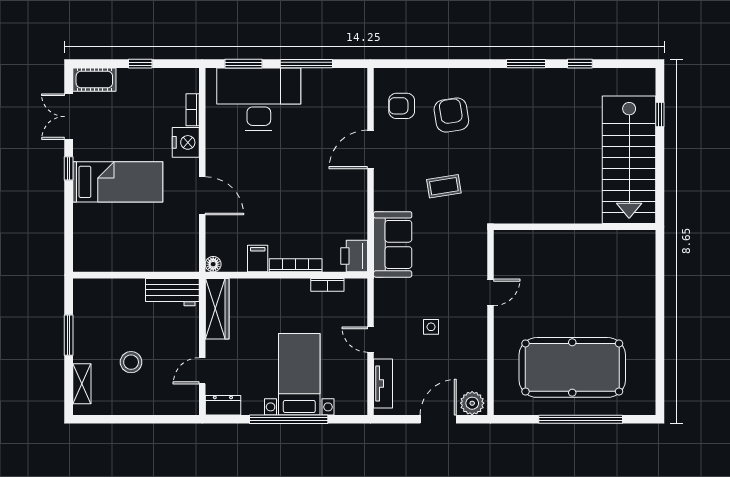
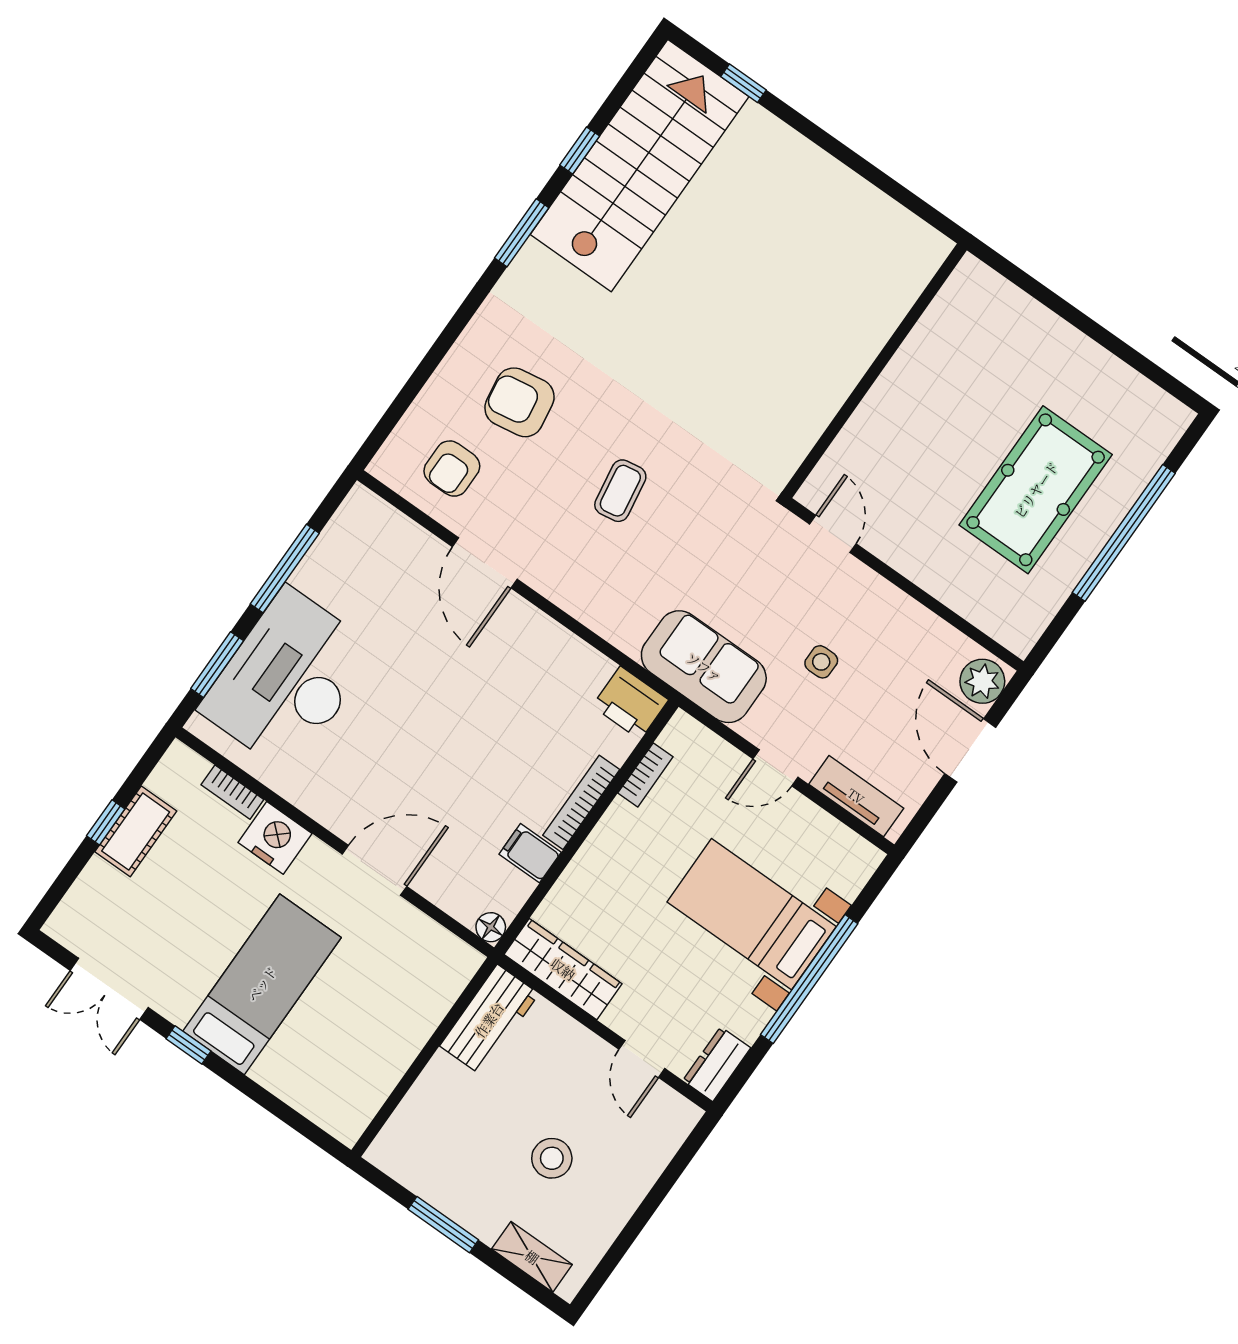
cot: (94, 80) -> (136, 831), moved
stairs: (629, 160) -> (640, 166), moved, turned -90
wall: (575, 227) -> (875, 371), moved
sofa: (393, 244) -> (704, 667), moved
pool table: (572, 367) -> (1036, 490), width x0.73, depth x0.76

